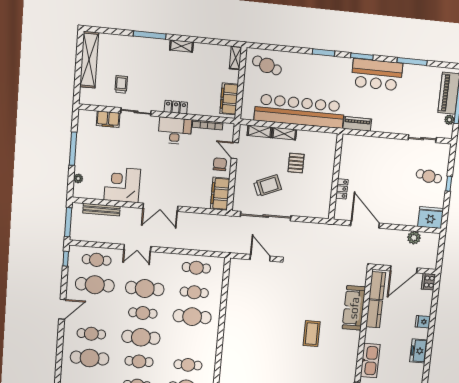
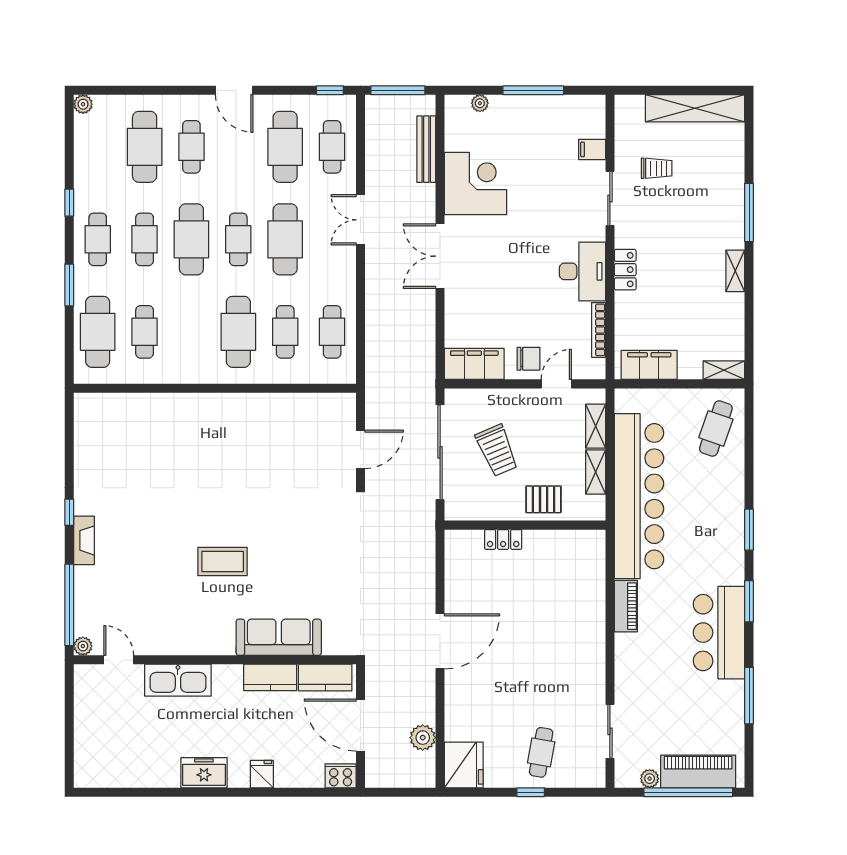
filing cabinet: (108, 119) -> (592, 149), width x0.50
wall: (336, 177) -> (525, 525), moved
locker: (342, 189) -> (503, 539), moved

